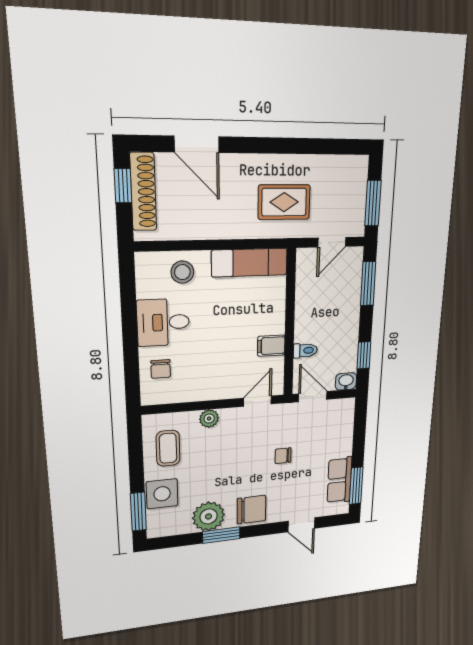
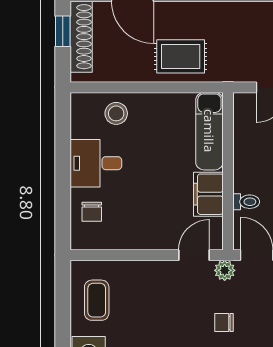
rug: (284, 202) -> (181, 56), moved
exam couch: (250, 263) -> (209, 131), moved, turned 90
filing cabinet: (271, 346) -> (208, 194), width x2.00
plant: (209, 419) -> (225, 270), moved

